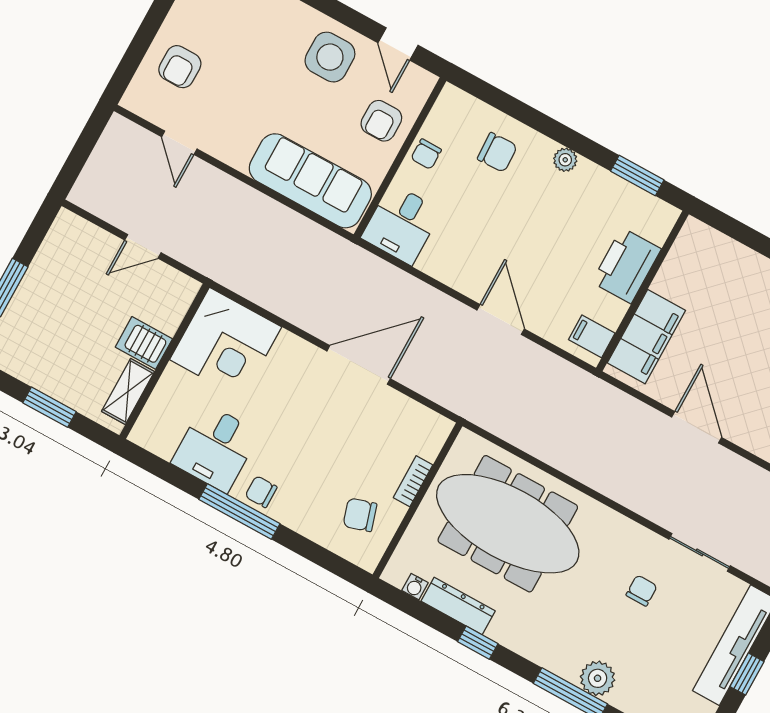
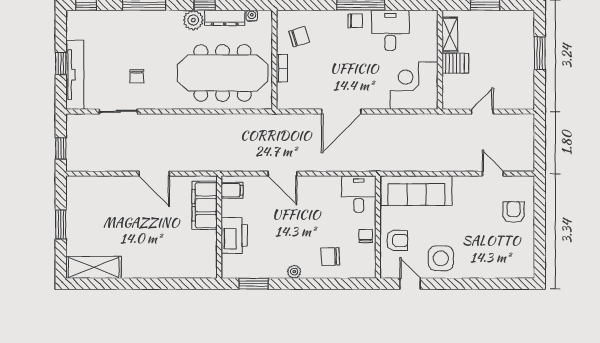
armchair: (381, 121) -> (397, 241), turned 90
plant: (598, 678) -> (193, 20), moved

